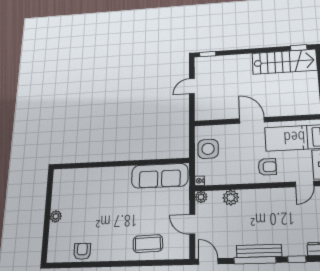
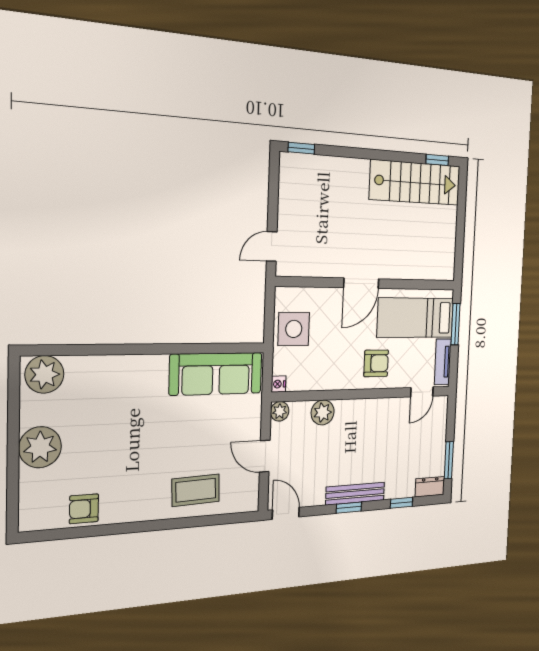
door: (192, 86) -> (272, 246), moved
door: (252, 120) -> (361, 283), swing flipped
plant: (65, 178) -> (44, 374), added
plant: (56, 216) -> (40, 447), width x1.87, depth x1.87
armchair: (82, 251) -> (84, 509), turned -90
window: (255, 260) -> (349, 508), width x0.46

